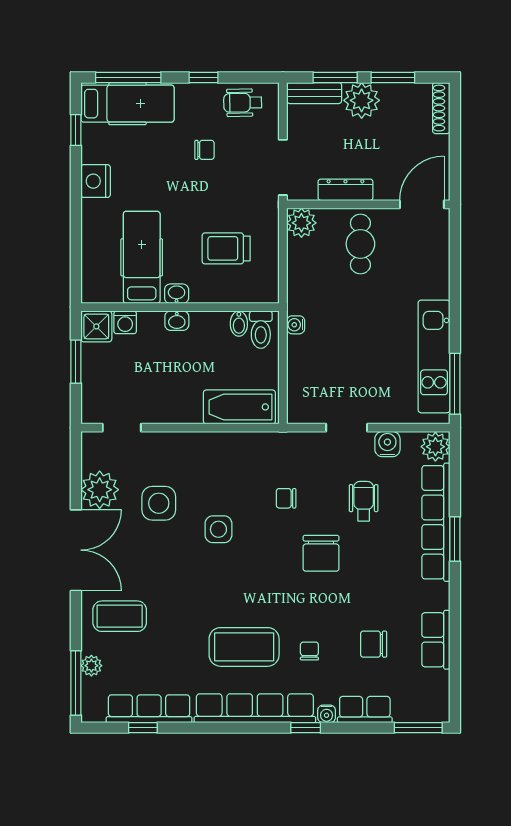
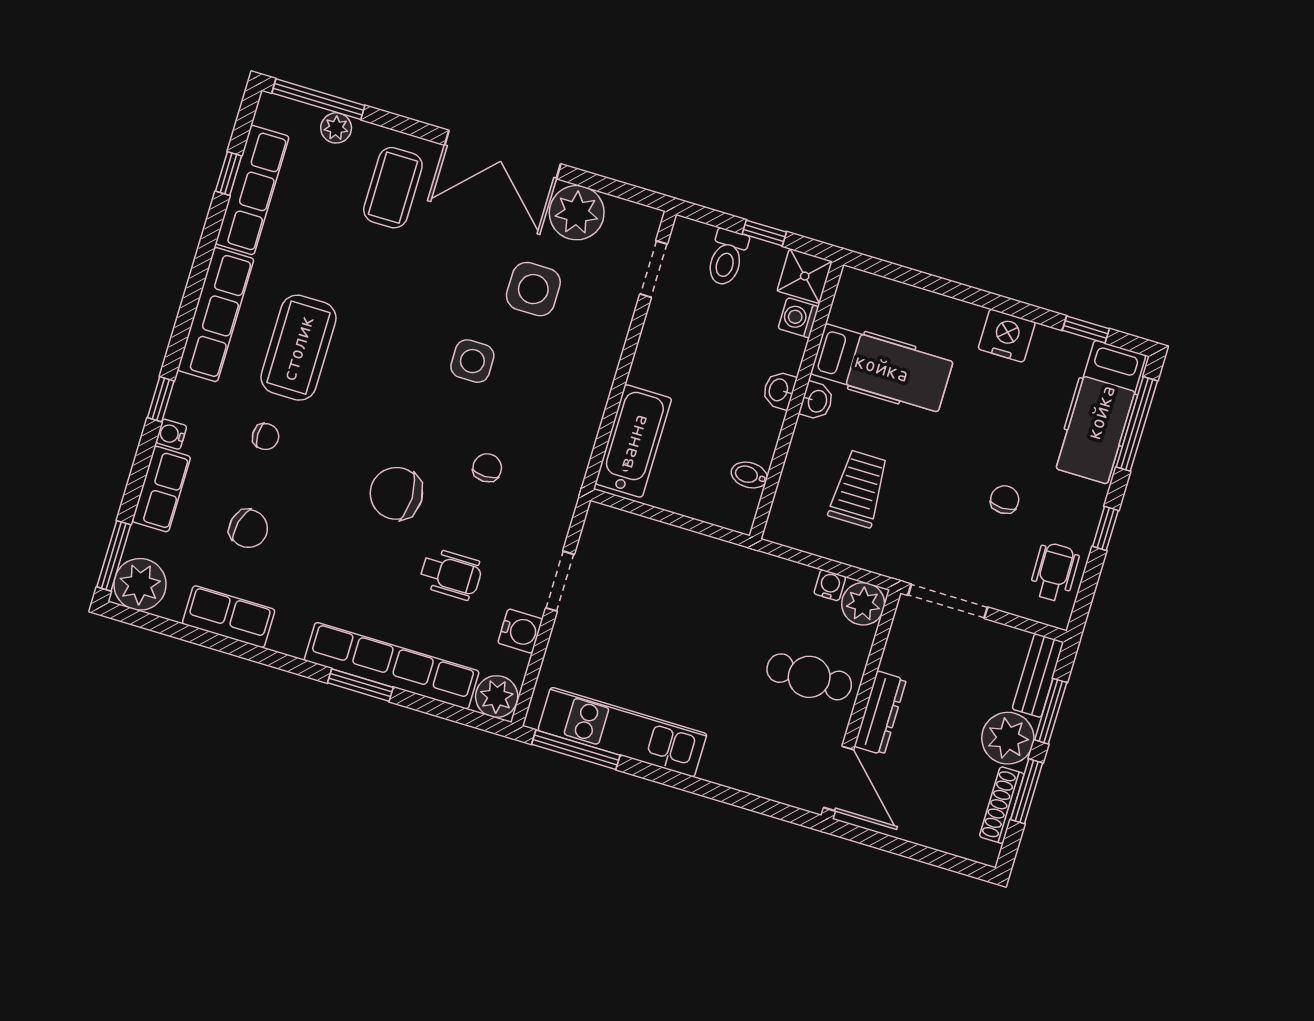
shoe rack: (441, 108) -> (1002, 805), moved, turned -90
chair: (204, 150) -> (1005, 500), turned 180
dresser: (345, 190) -> (880, 713), moved
water cooler: (296, 325) -> (830, 585), moved
toilet: (261, 330) -> (727, 258), moved, turned -90
window: (76, 362) -> (764, 233), width x0.67
chair: (374, 644) -> (248, 529), turned 104
plant: (432, 705) -> (140, 584), added
row of seats: (255, 708) -> (216, 315), width x0.73

